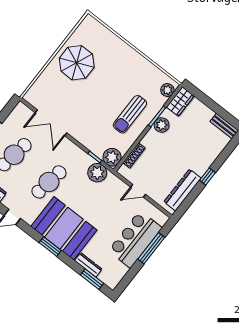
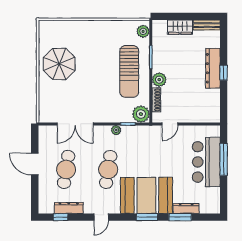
wardrobe: (180, 101) -> (180, 27), moved, turned 90
sun lounger: (130, 114) -> (129, 71), width x1.36, depth x1.34
plant: (162, 125) -> (159, 80), moved
plant: (97, 173) -> (116, 130), moved, width x0.53, depth x0.53
dresser: (183, 190) -> (213, 68), moved
door: (138, 191) -> (170, 124), moved
window: (92, 279) -> (180, 217), moved

